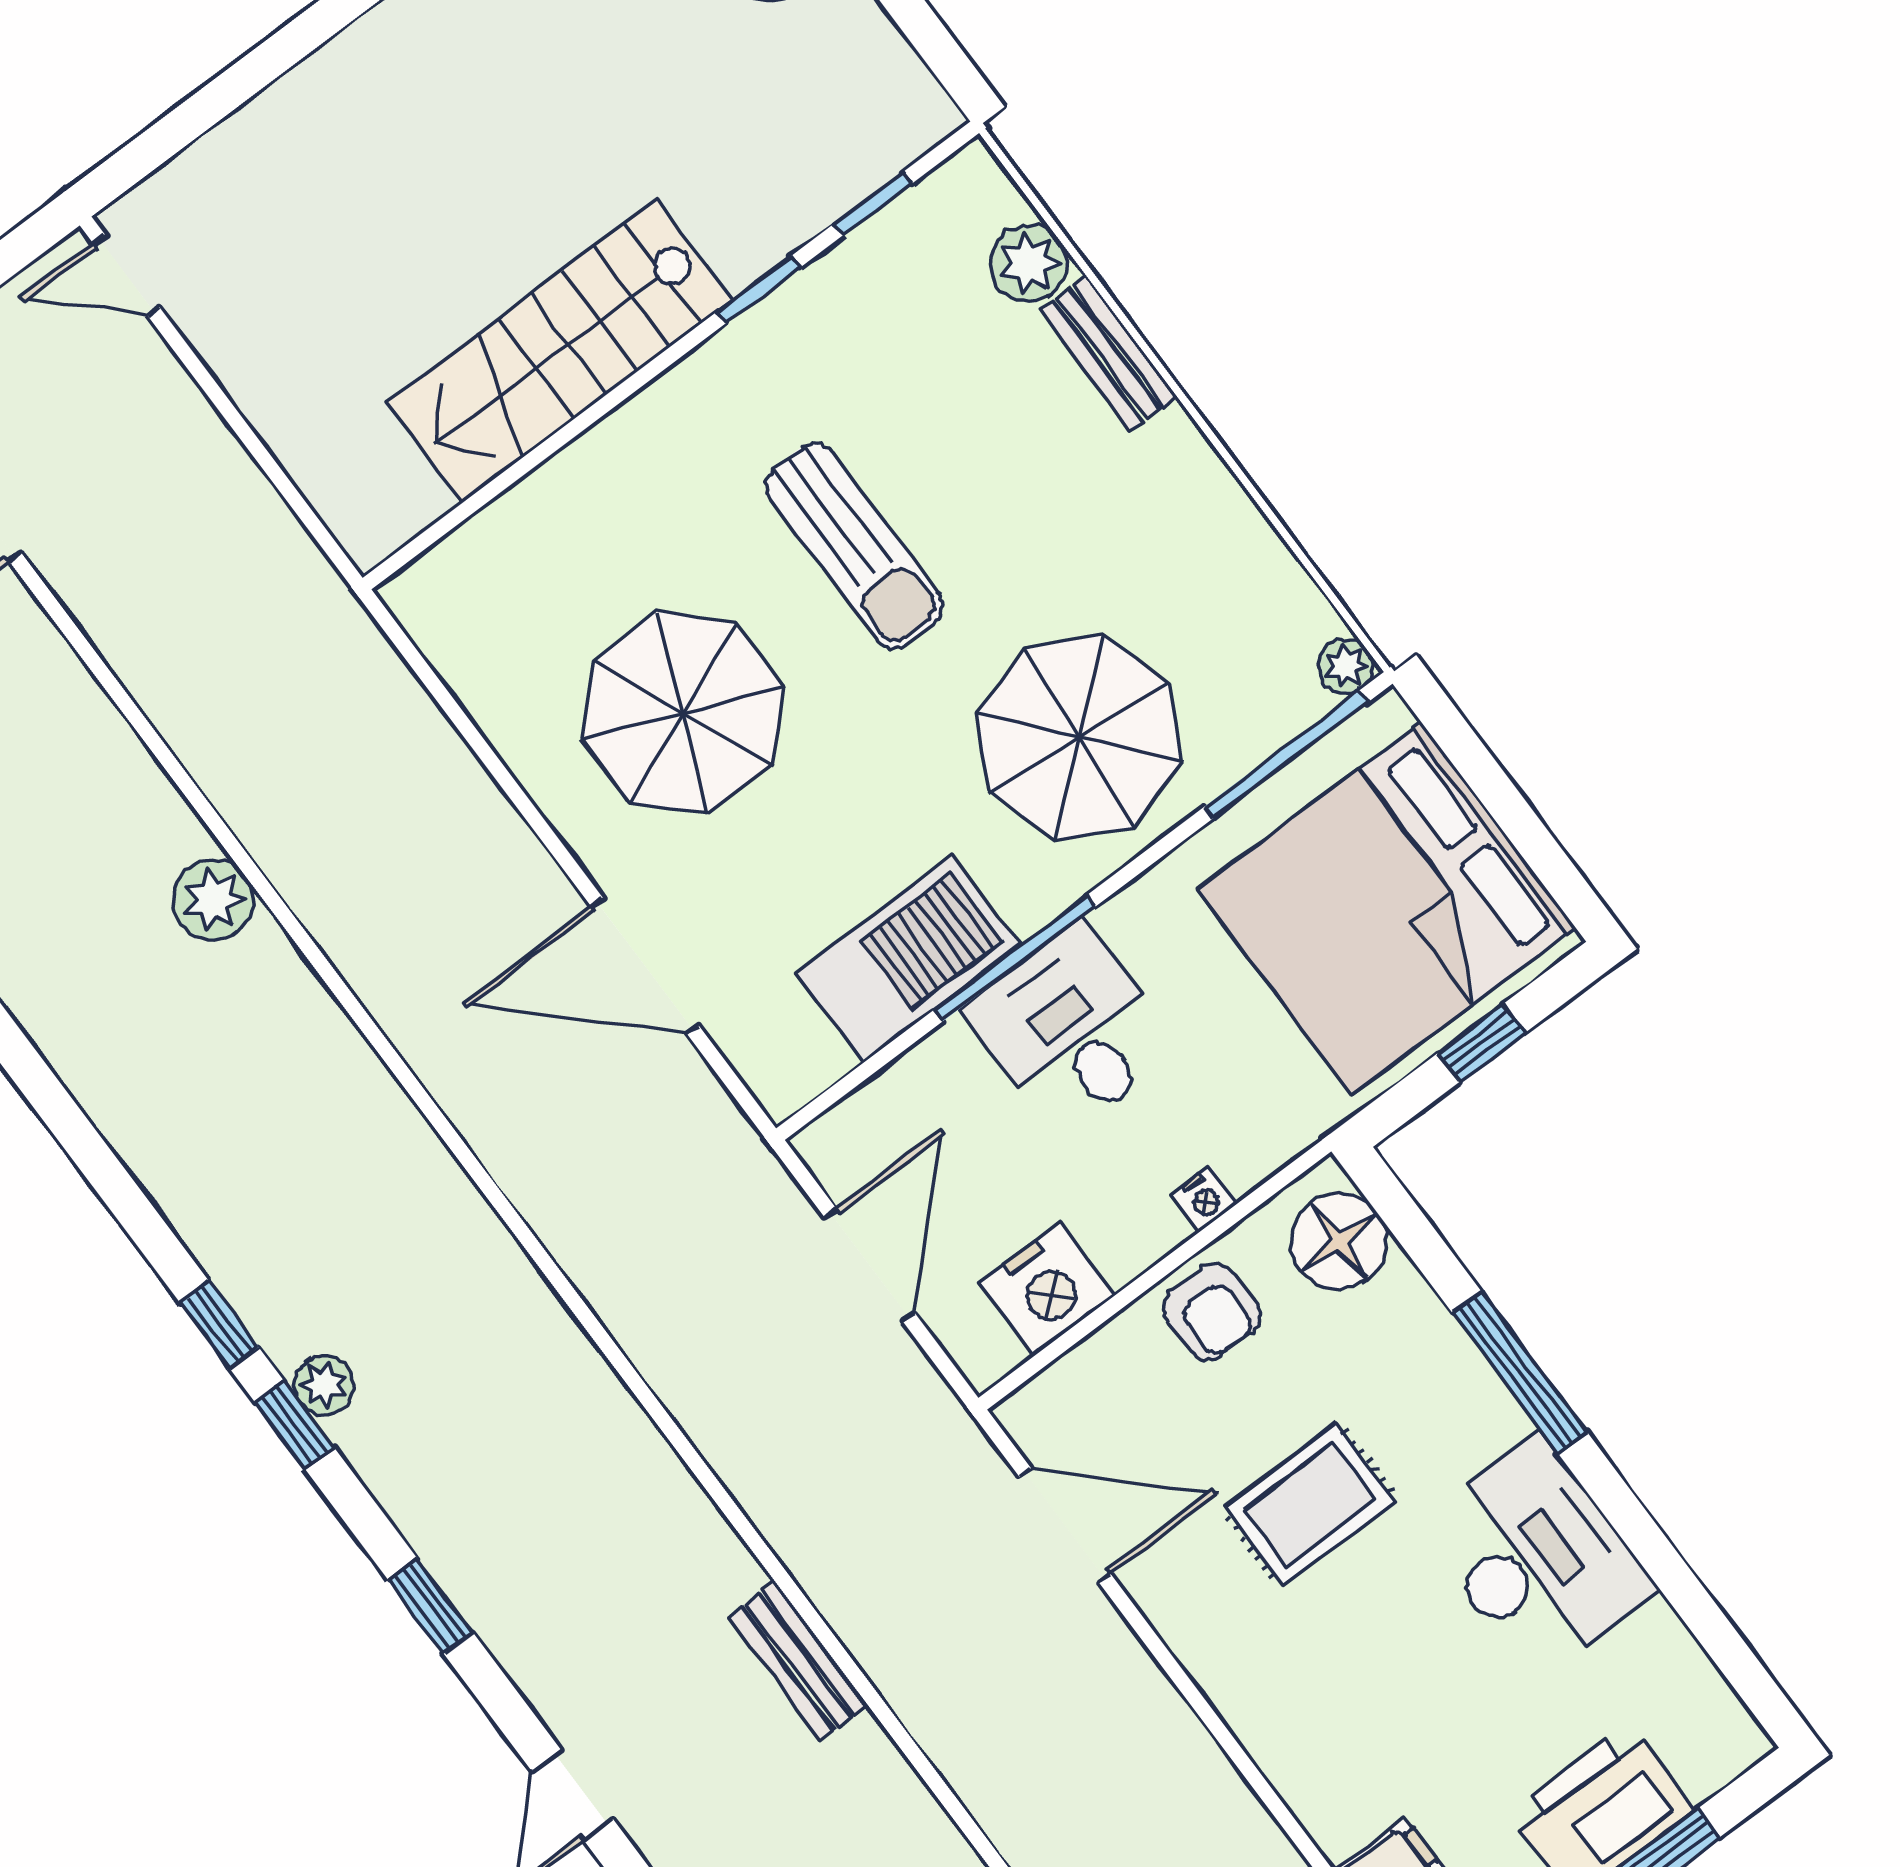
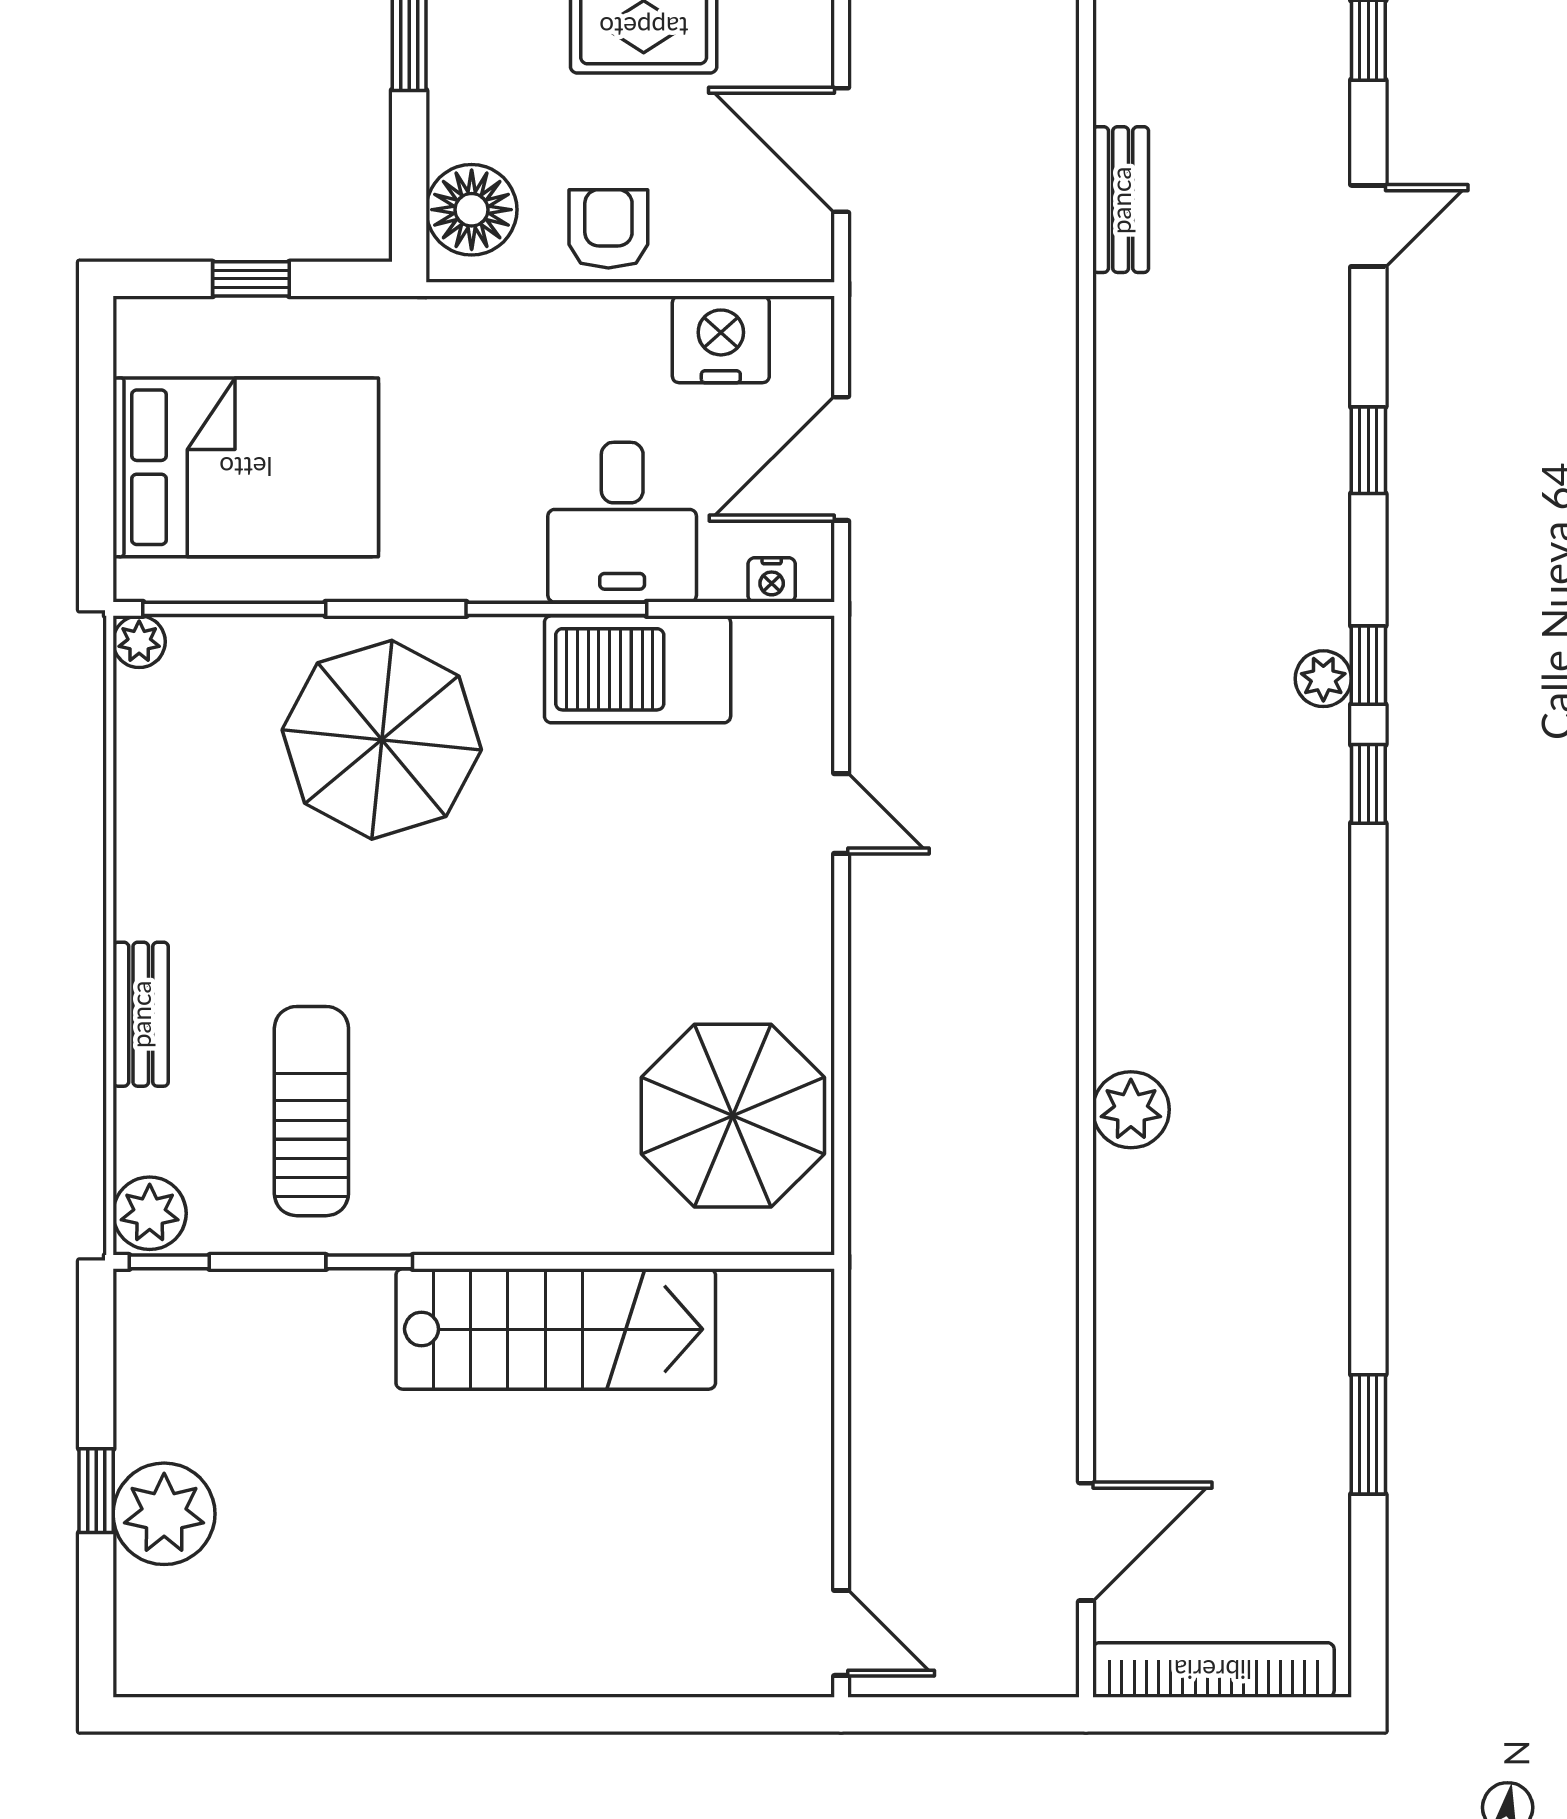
window: (873, 204) -> (169, 1262), moved
plant: (1029, 263) -> (150, 1213), moved
sun lounger: (854, 546) -> (311, 1111), moved
parasol: (683, 713) -> (733, 1116), moved
bed: (1387, 909) -> (246, 467), width x0.73
door: (645, 966) -> (841, 813), width x0.53
desk: (1072, 1030) -> (622, 522), moved
nightstand: (1204, 1199) -> (772, 580), moved, turned 180

